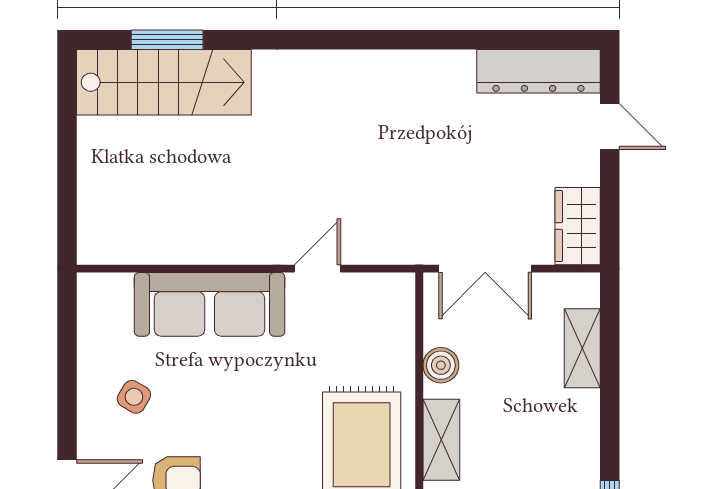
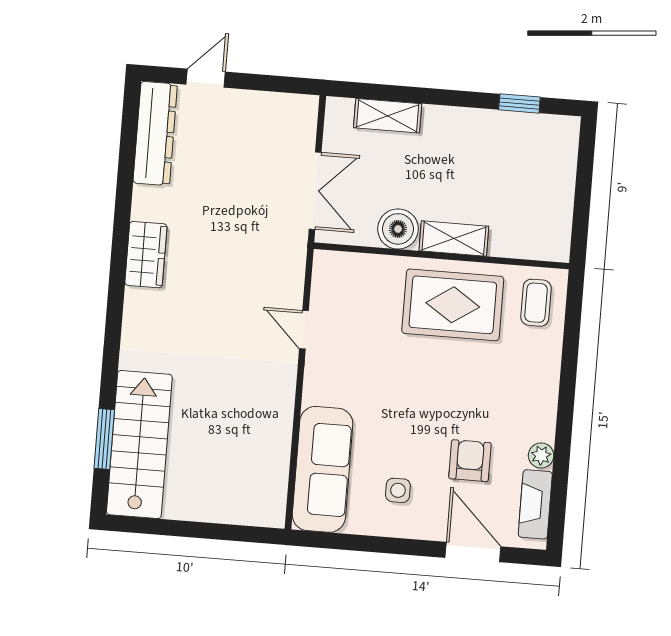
wardrobe: (578, 226) -> (146, 255), moved, turned -90
sofa: (210, 304) -> (323, 469), moved
boiler: (441, 365) -> (398, 229), width x1.36, depth x1.36
side table: (134, 397) -> (398, 490), turned -31

